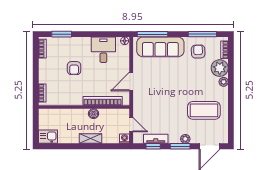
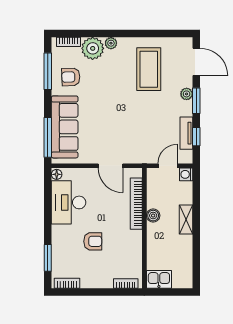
desk: (103, 50) -> (69, 202), width x1.37
kitchen sink: (48, 137) -> (159, 279), moved, turned 90

